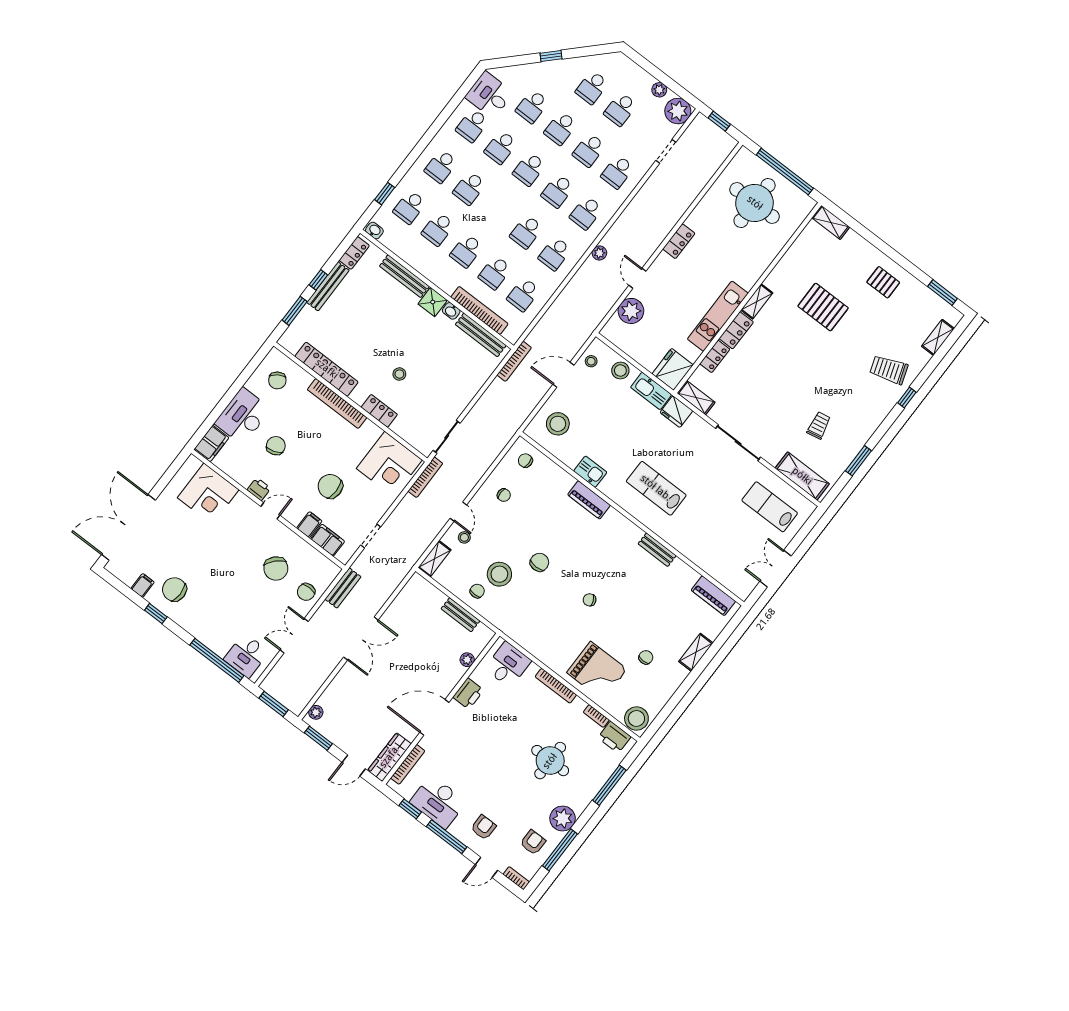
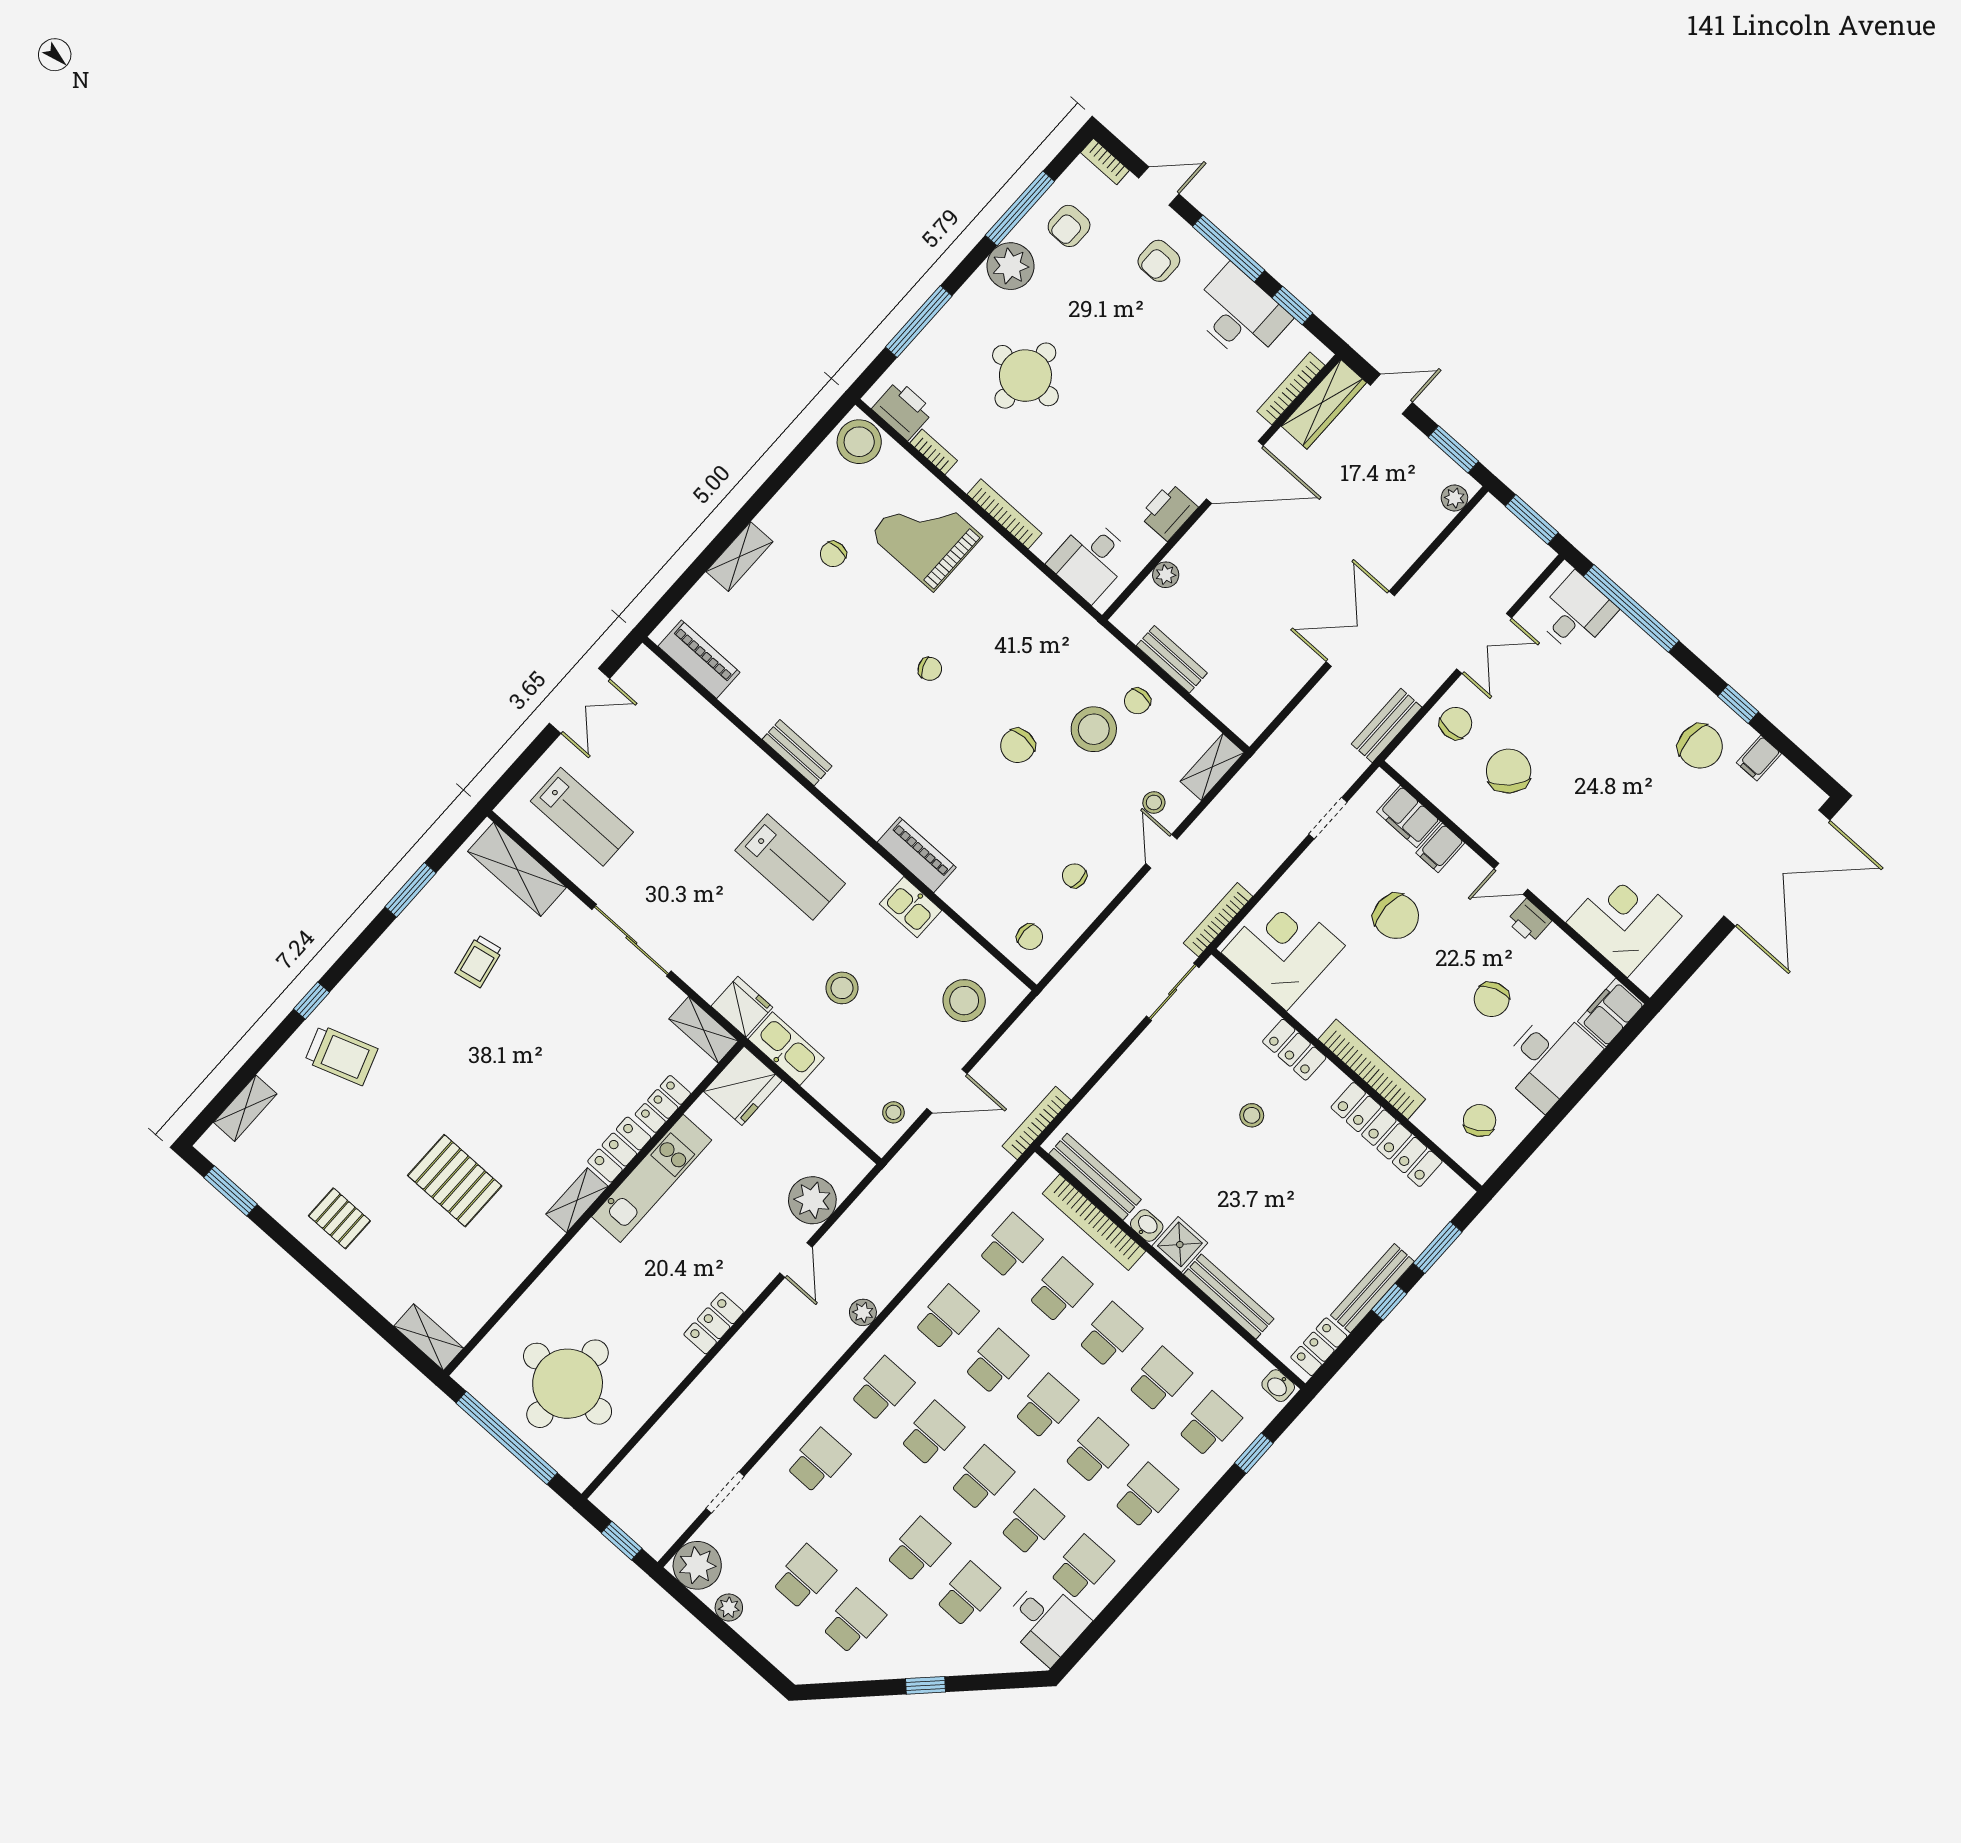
school desk: (589, 150) -> (1046, 1407), moved
stool: (620, 370) -> (842, 988), moved

